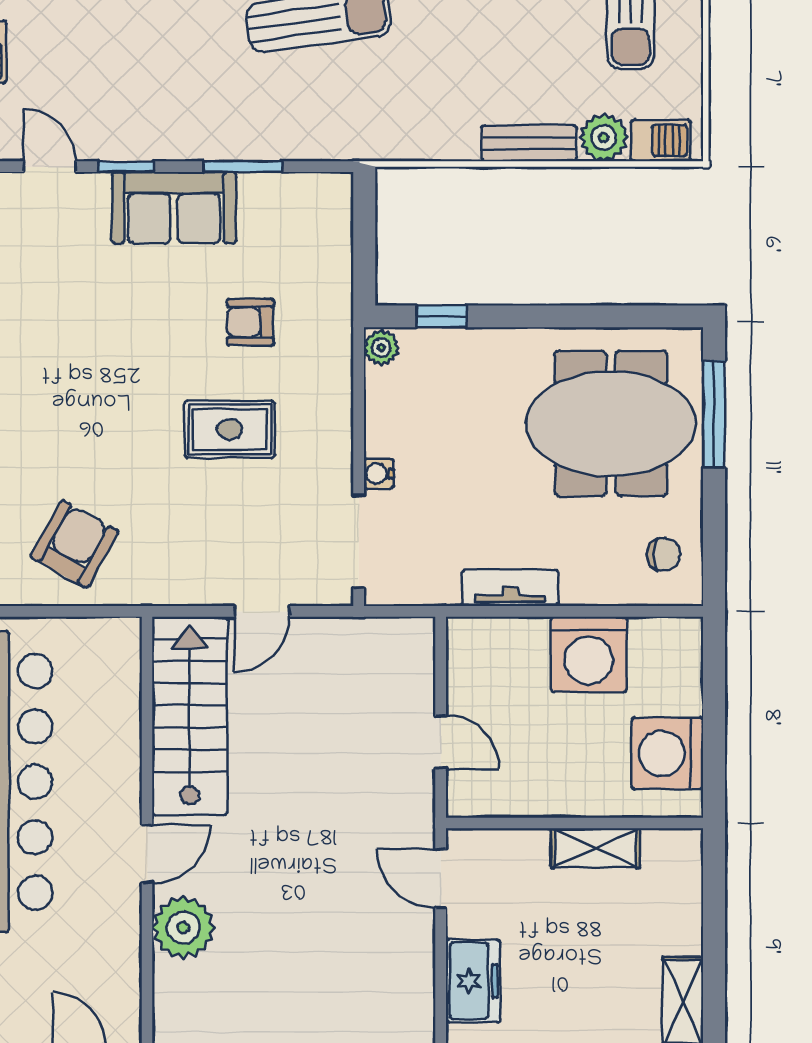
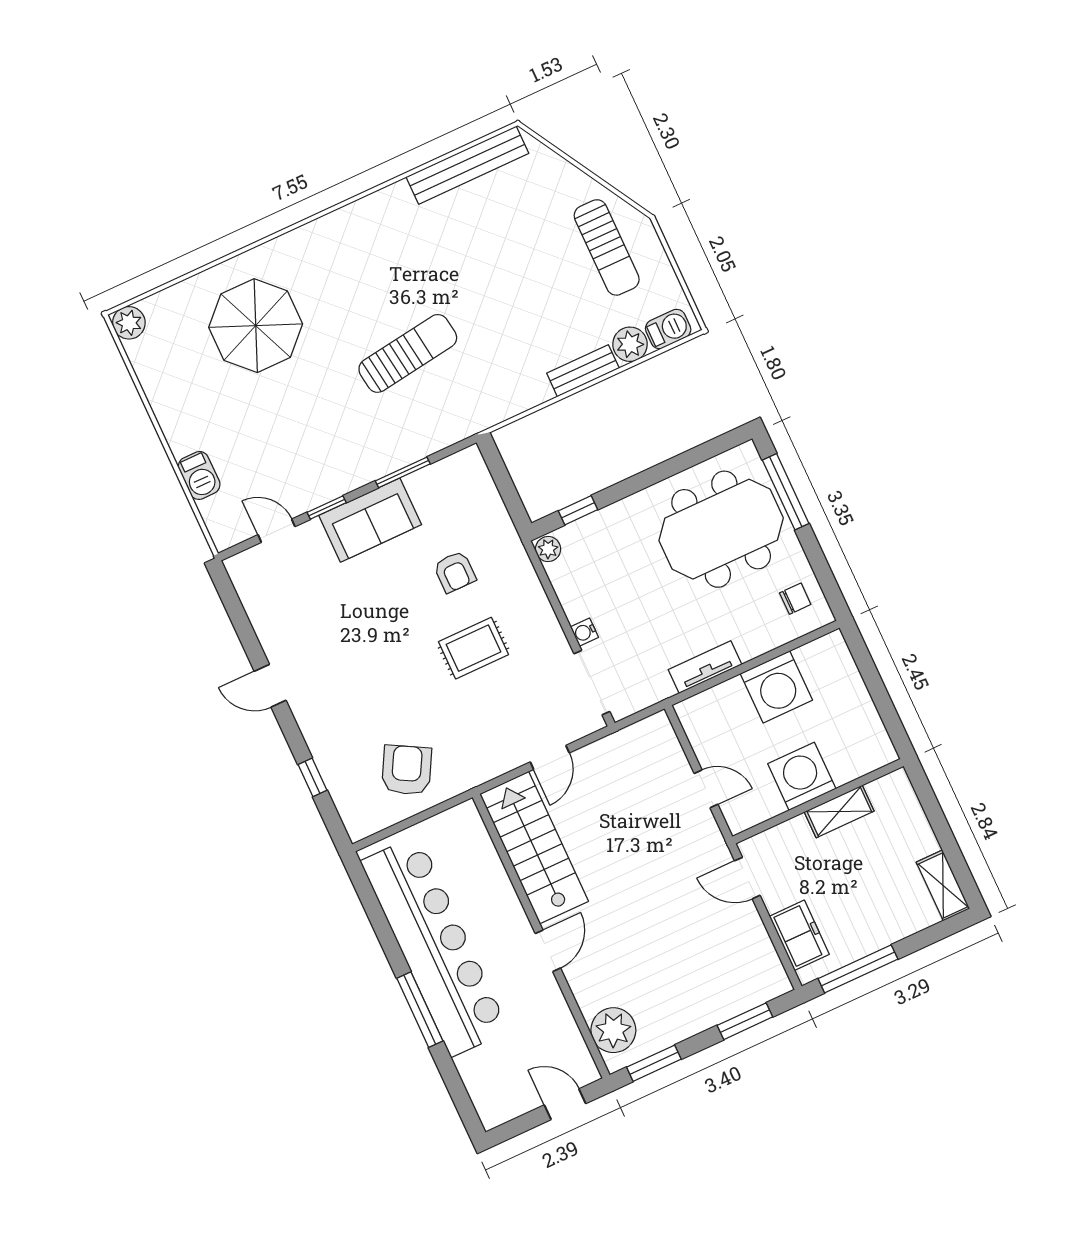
armchair: (250, 322) -> (455, 572), turned -90
washing machine: (667, 753) -> (802, 776), moved, turned 90
plant: (183, 928) -> (613, 1030), moved

